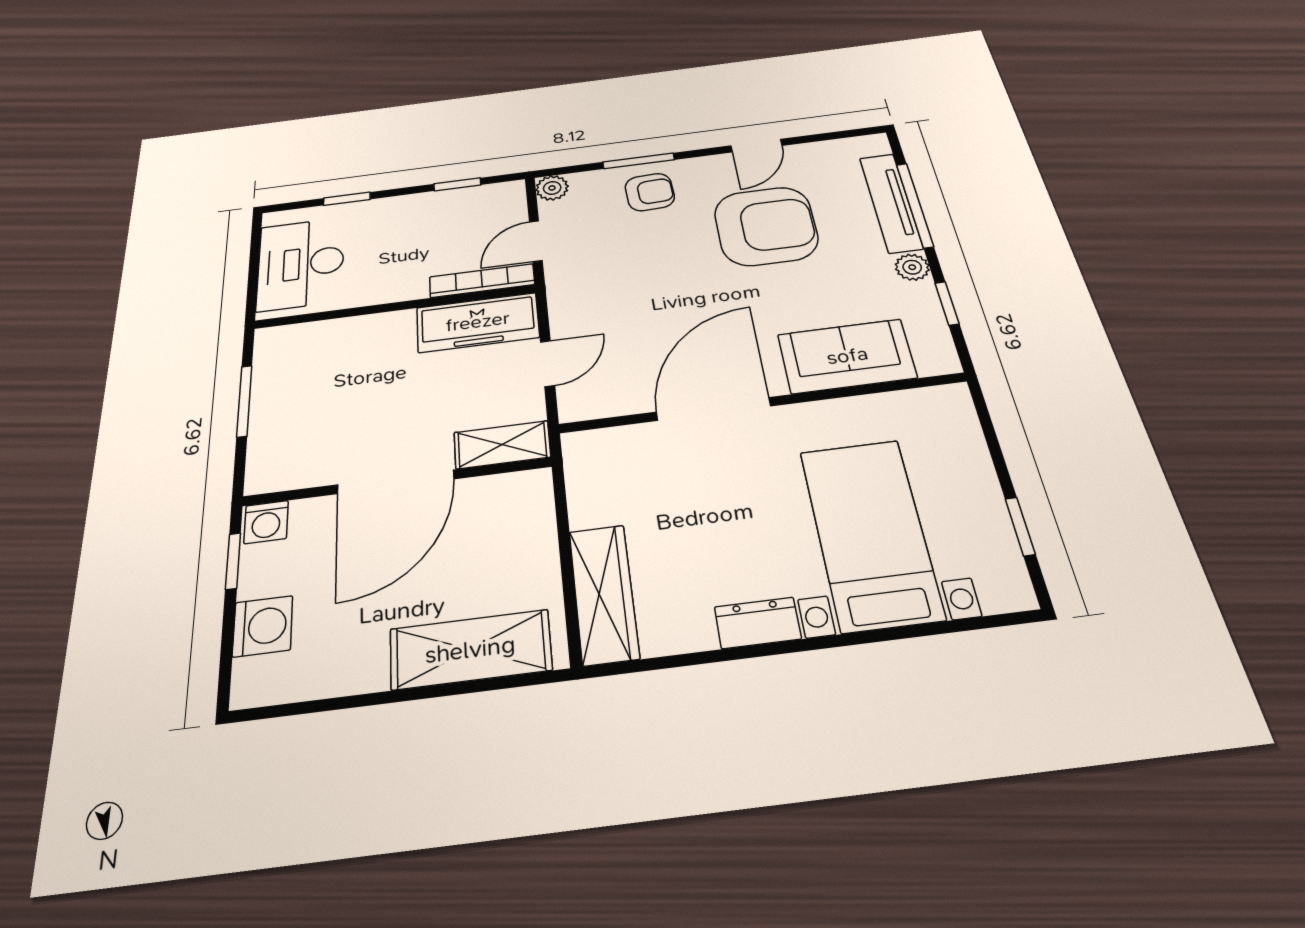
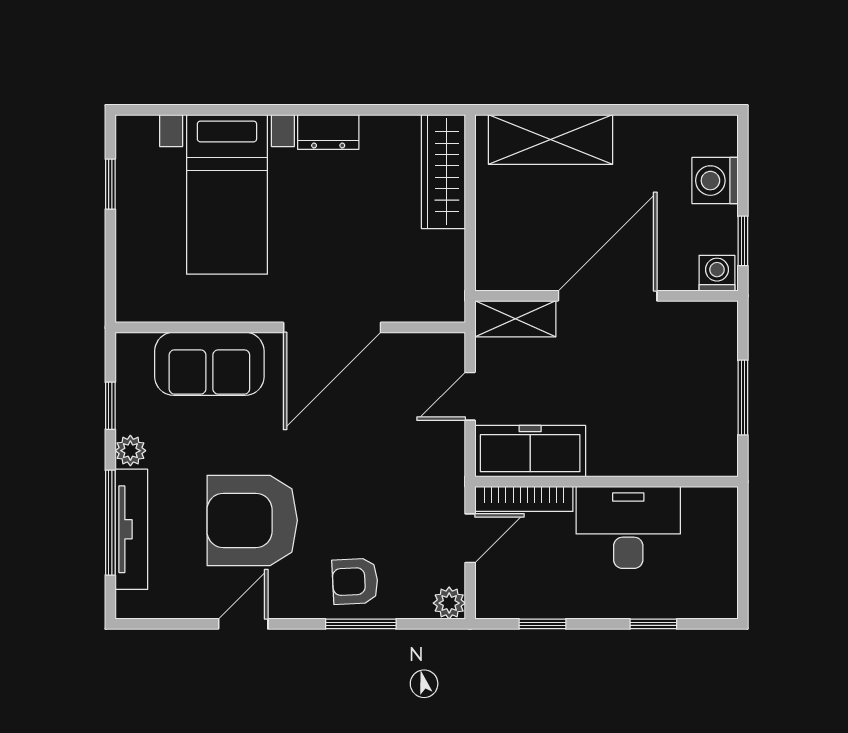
desk: (301, 264) -> (628, 527), moved, turned -90

